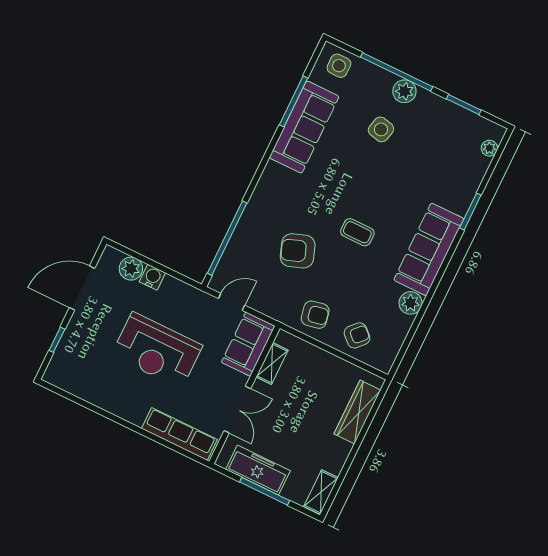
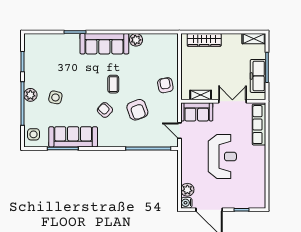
plant: (489, 148) -> (38, 38), removed
water cooler: (152, 277) -> (186, 203), moved
armchair: (357, 335) -> (105, 110), moved

